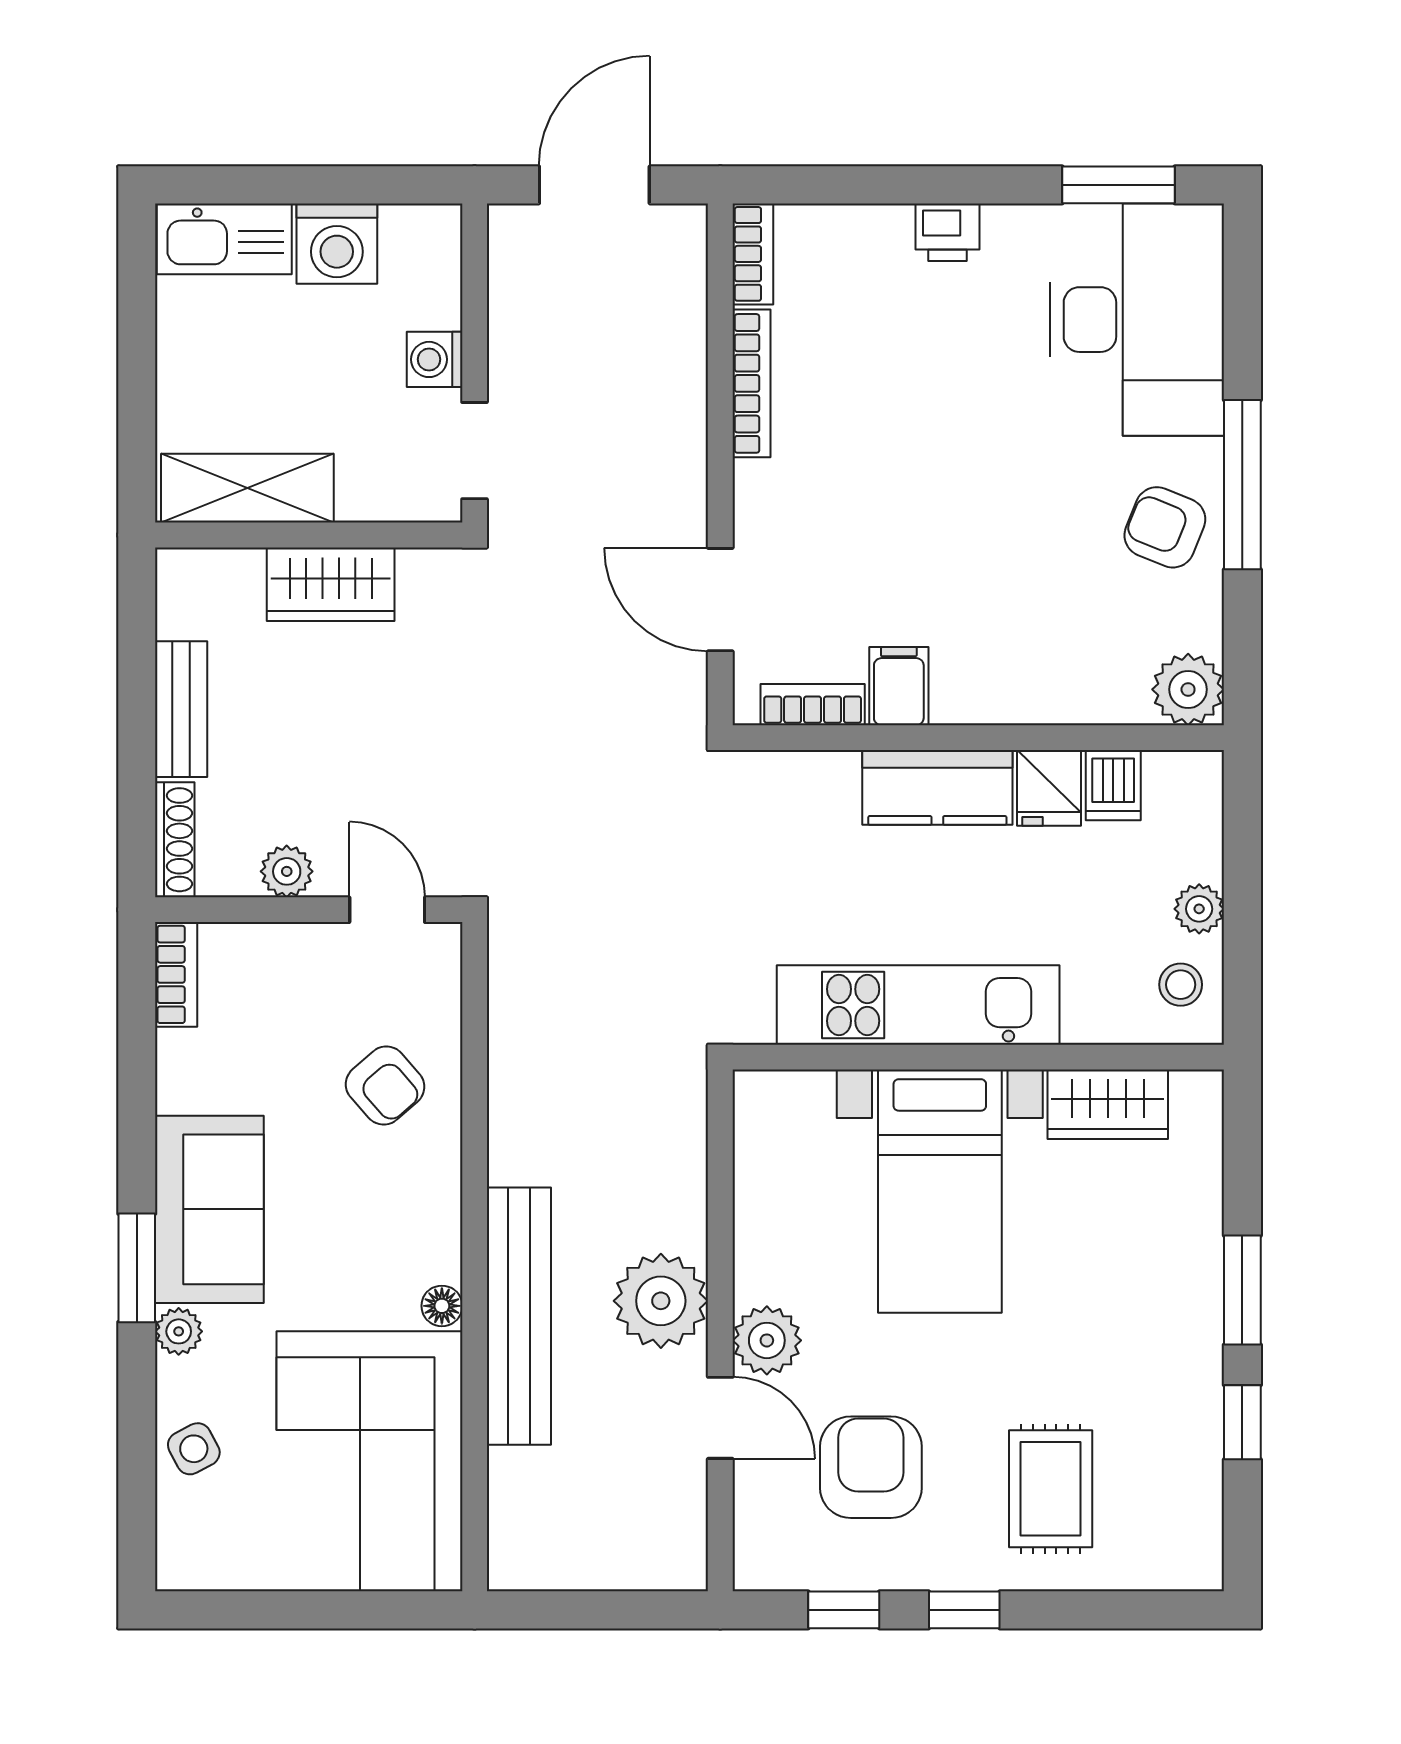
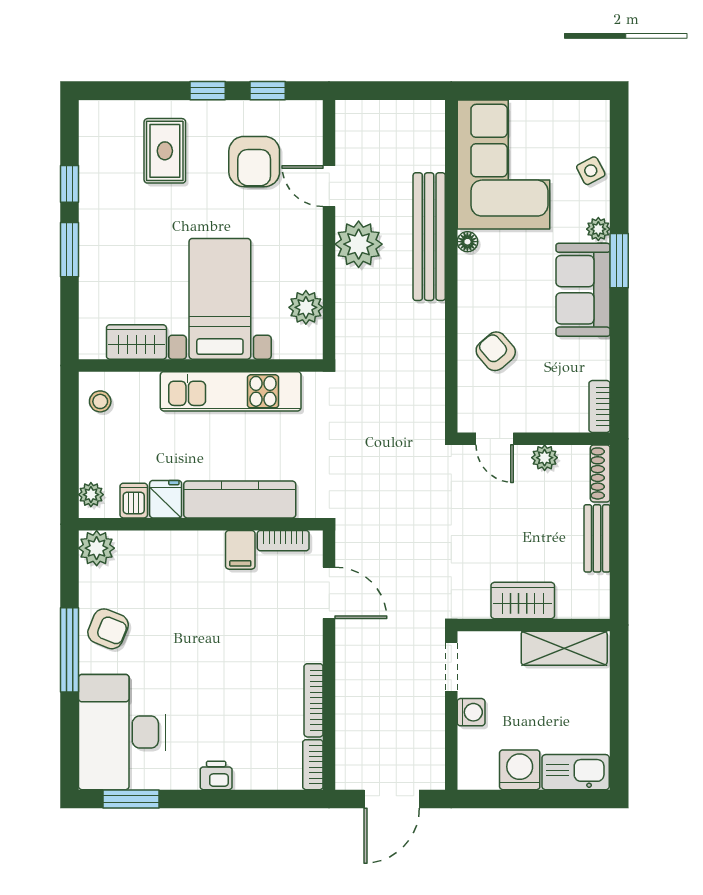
kitchen counter: (937, 787) -> (240, 499), width x1.50
plant: (1199, 909) -> (91, 495), moved
plant: (767, 1340) -> (306, 307), moved

